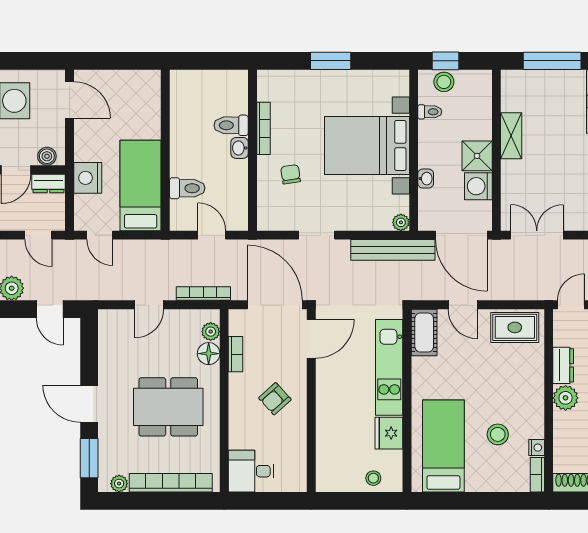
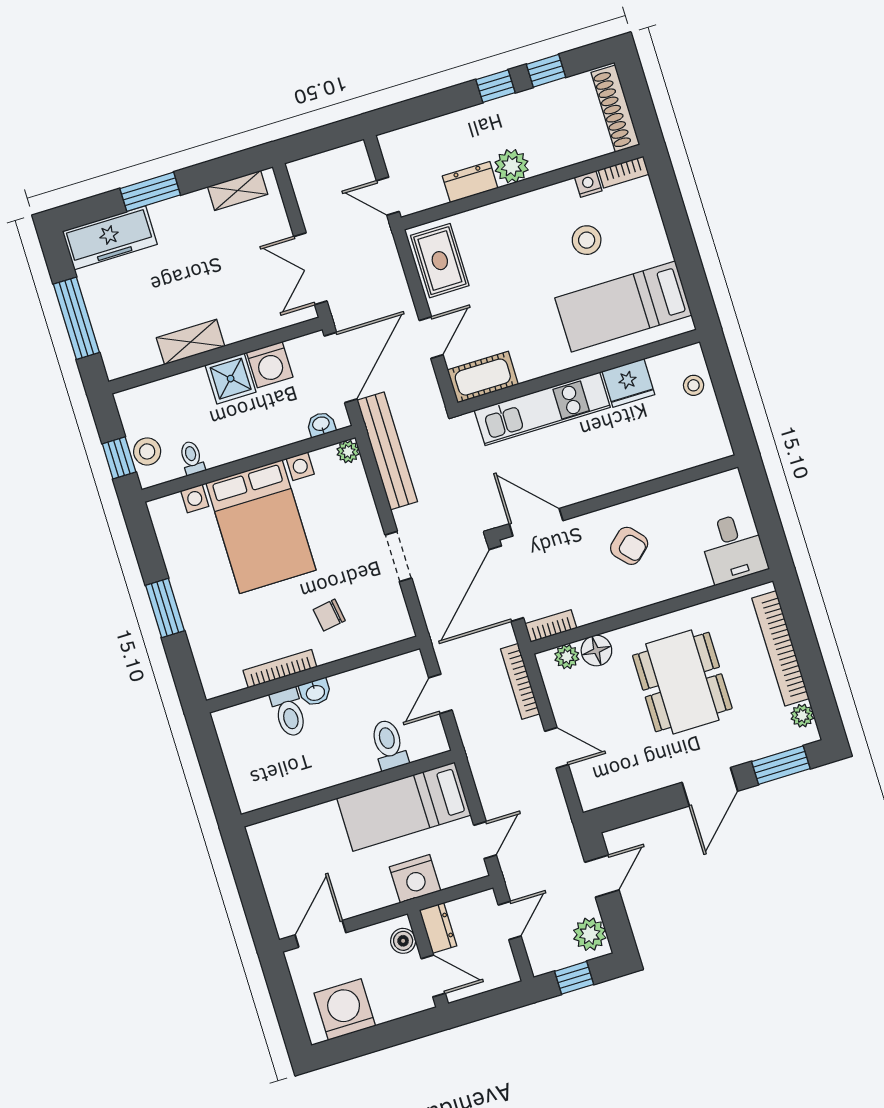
washbasin: (426, 179) -> (321, 424), moved
bookcase: (236, 354) -> (551, 626), moved

